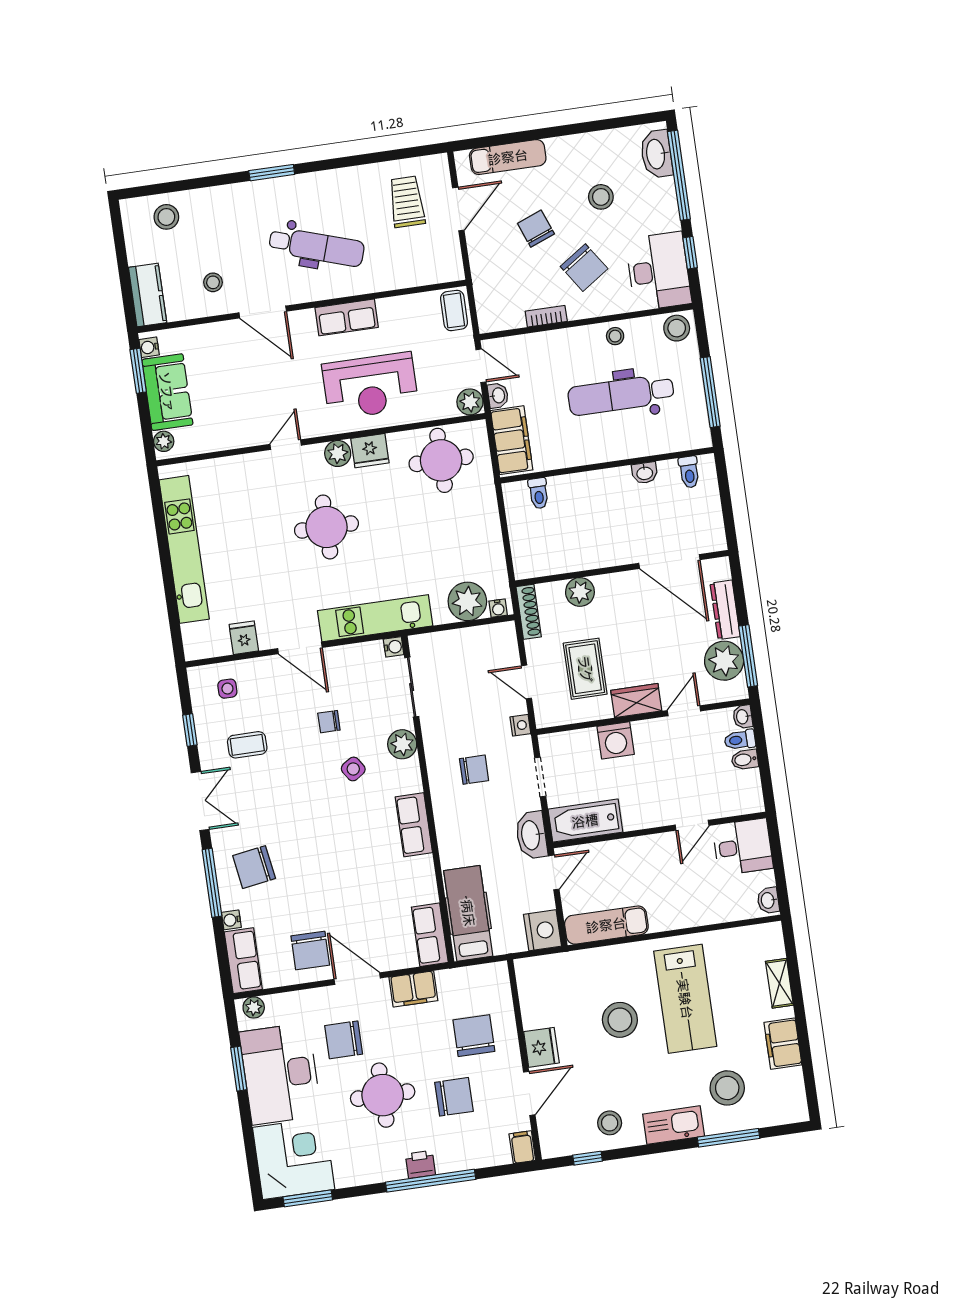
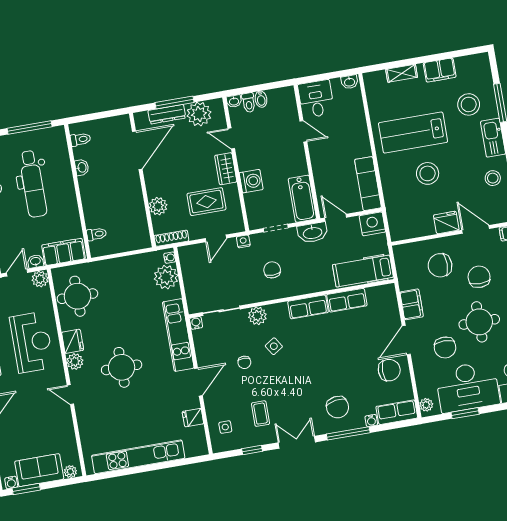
window: (748, 656) -> (174, 102), moved
row of seats: (430, 935) -> (347, 300), moved
lab bench: (685, 999) -> (413, 133), turned 180

